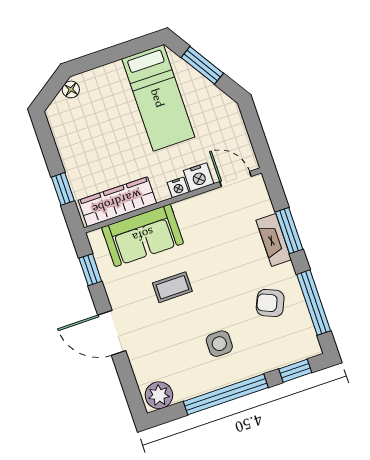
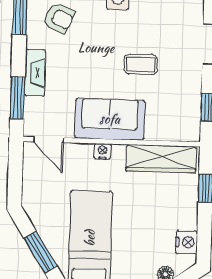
nightstand: (199, 177) -> (186, 242), moved, turned 90
window: (289, 231) -> (17, 98), moved
sofa: (143, 235) -> (110, 119), moved

